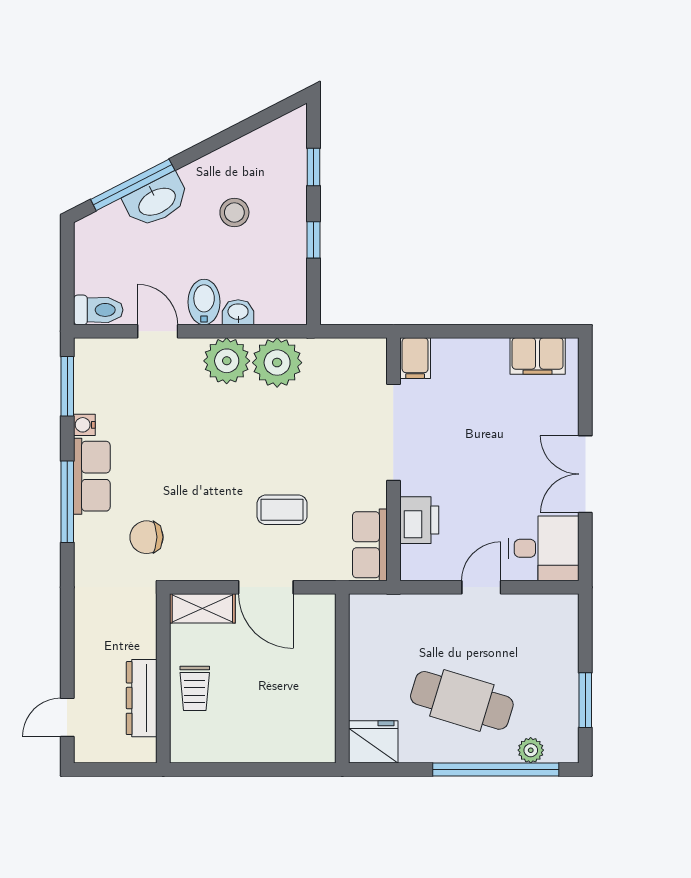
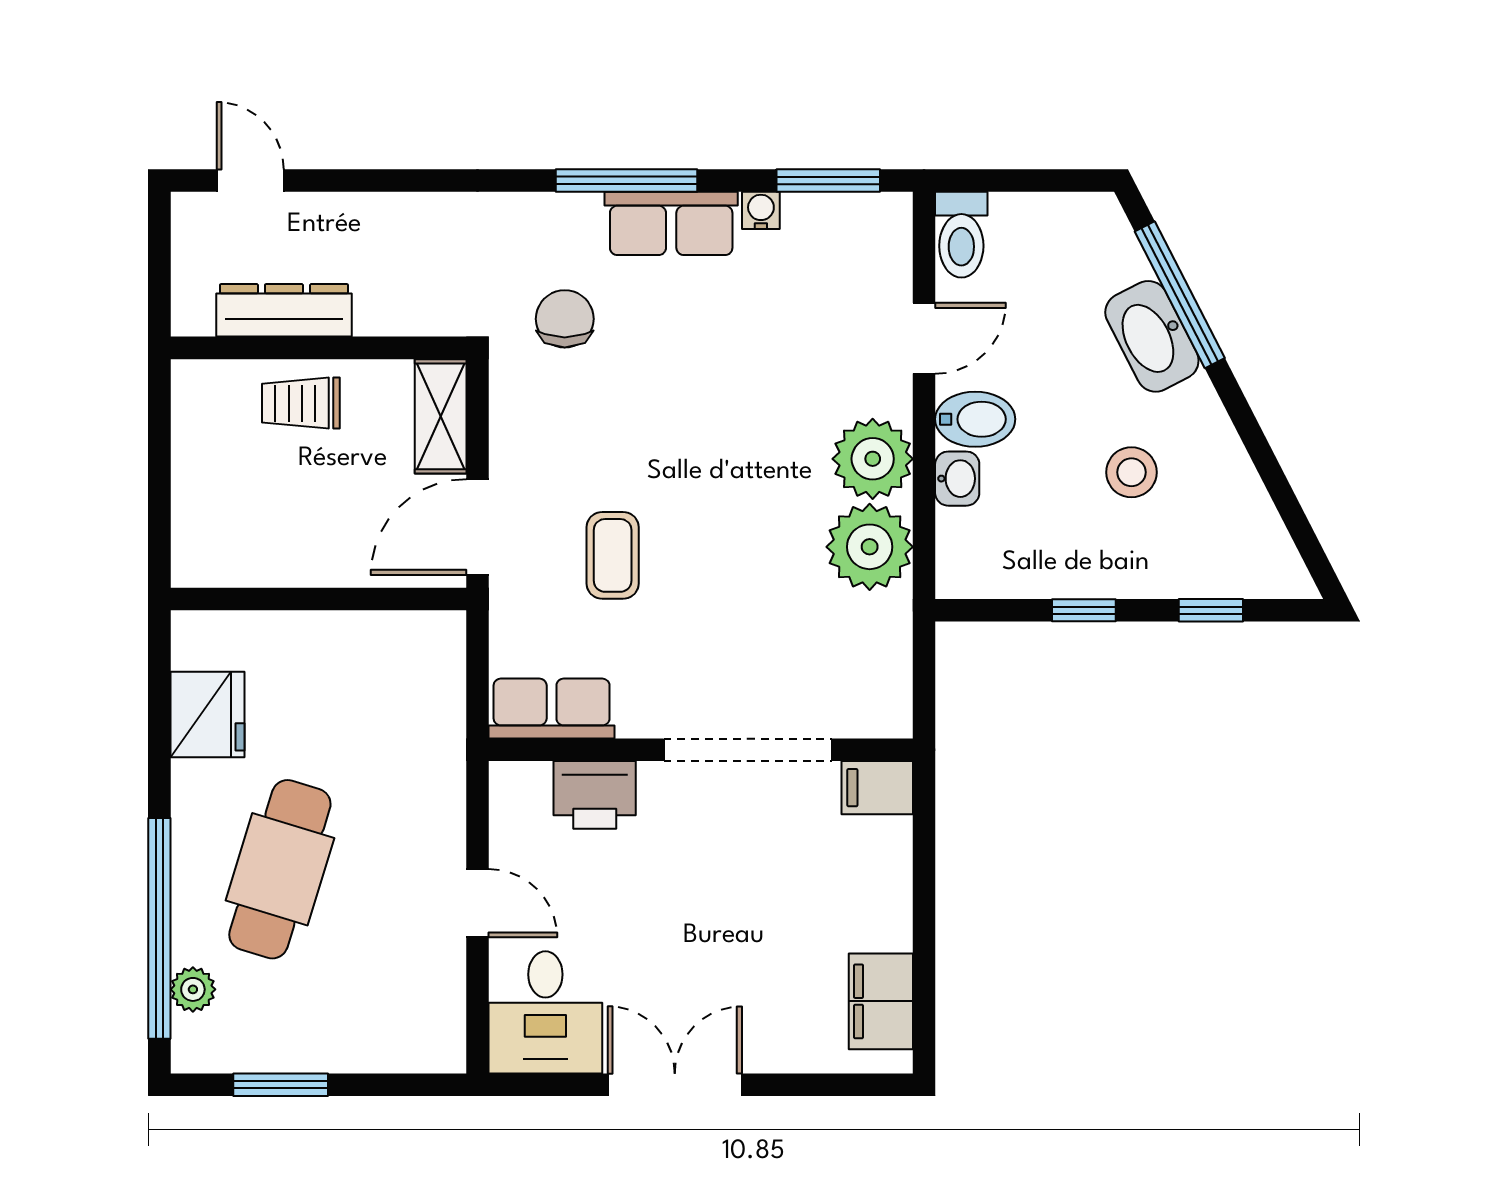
wall: (342, 678) -> (318, 599), moved

